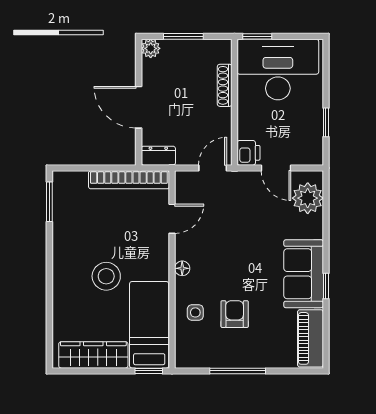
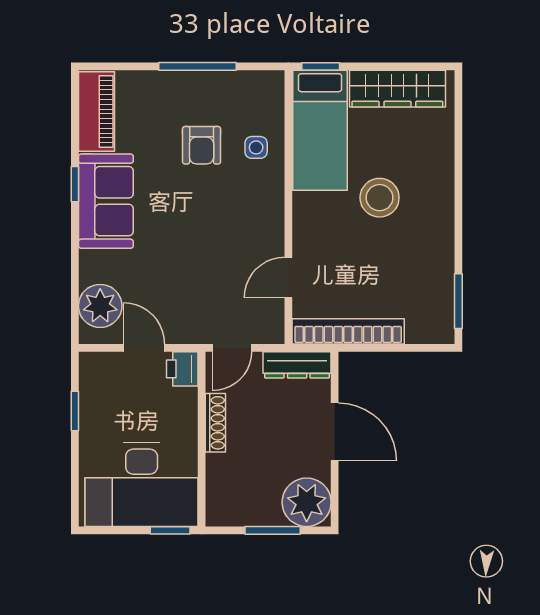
plant: (151, 48) -> (307, 502), width x1.87, depth x1.87
shoe rack: (225, 85) -> (215, 423), moved
dresser: (158, 156) -> (297, 365), width x1.44
floor lamp: (182, 268) -> (274, 209), removed

